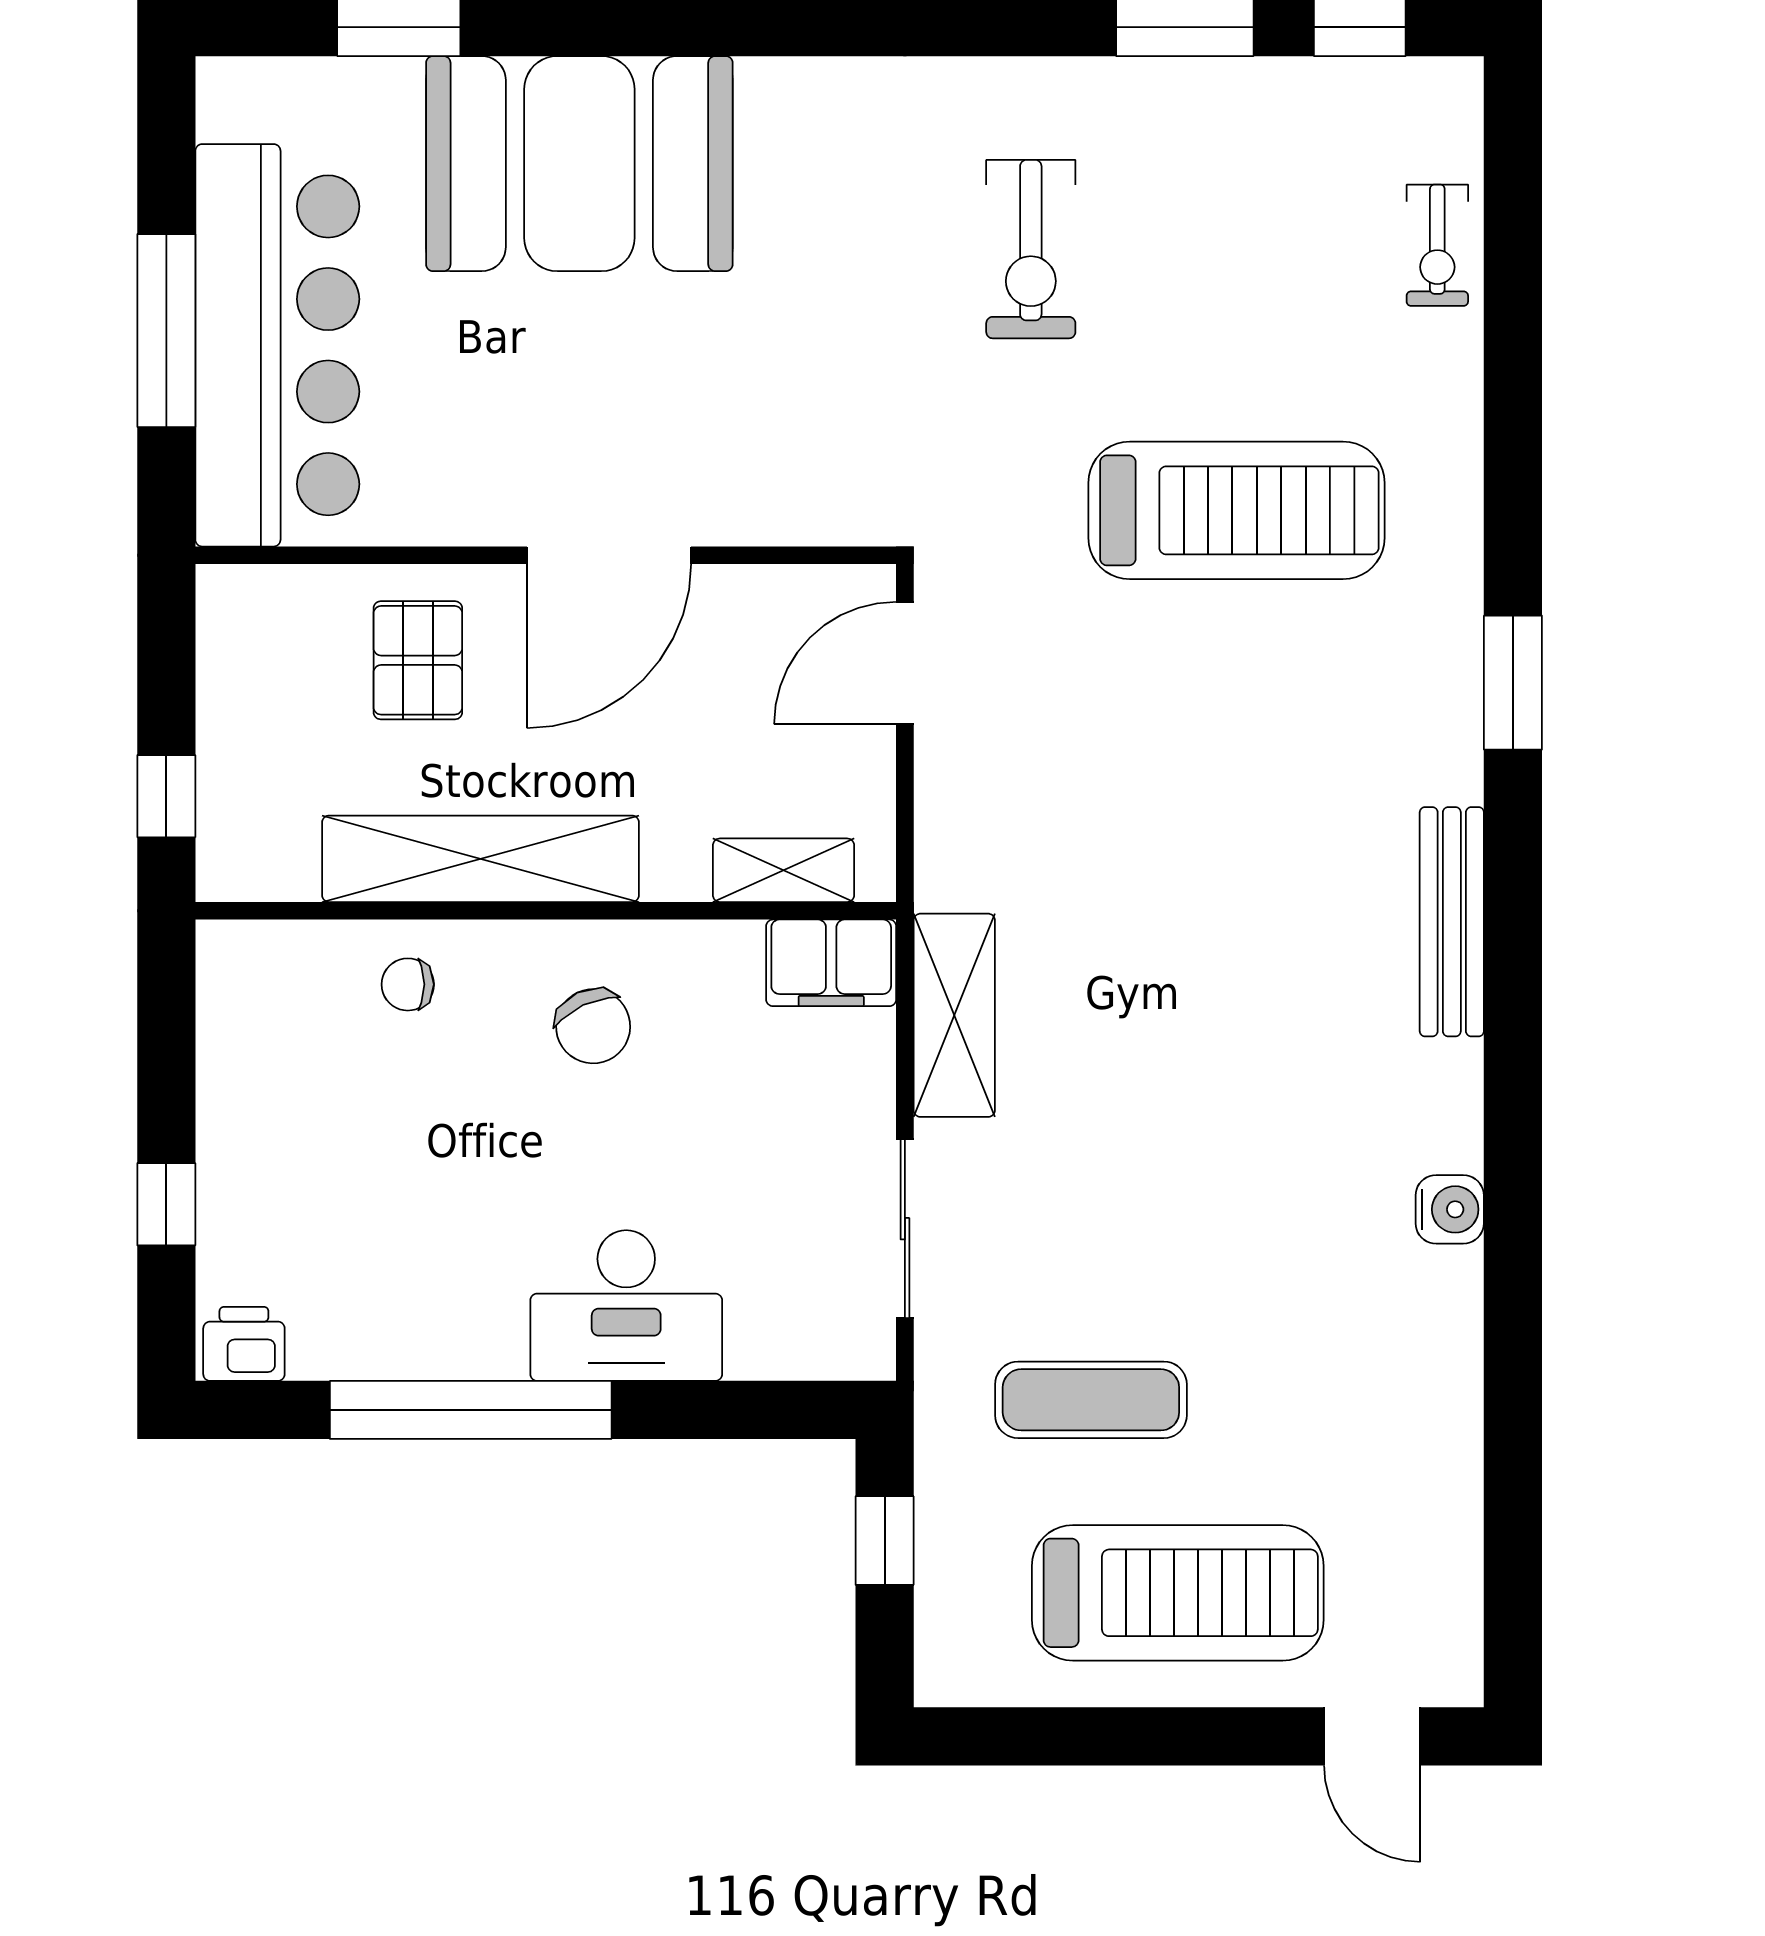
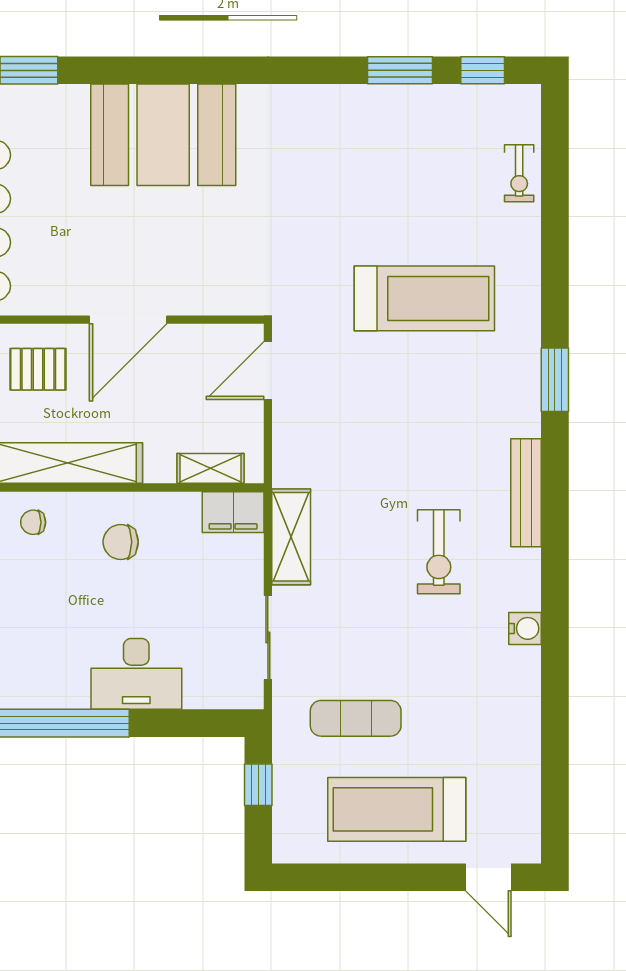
booth: (579, 164) -> (163, 135), moved
exercise bike: (1031, 249) -> (439, 552), moved
pallet: (418, 660) -> (38, 369), turned 90
chair: (593, 1026) -> (121, 542), turned 115
treadmill: (1178, 1593) -> (397, 809), turned 180

